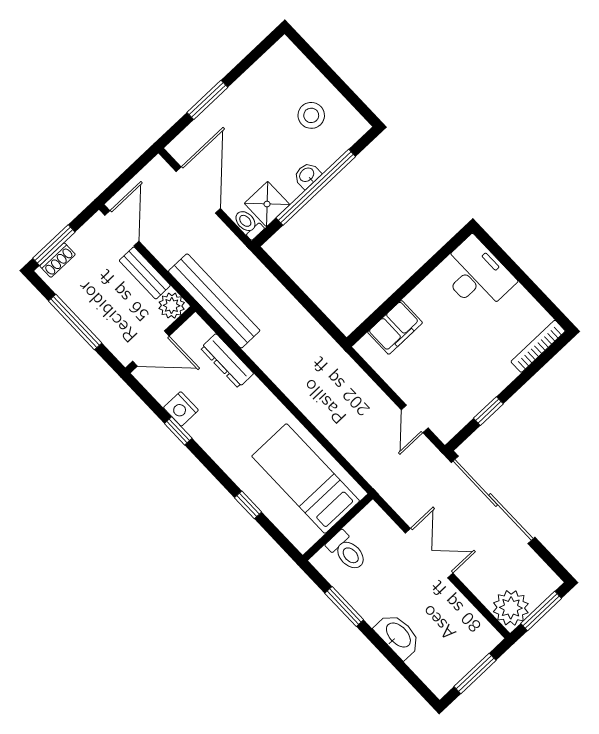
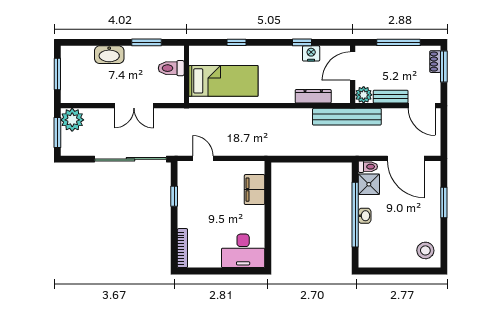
stool: (311, 115) -> (425, 250), moved

